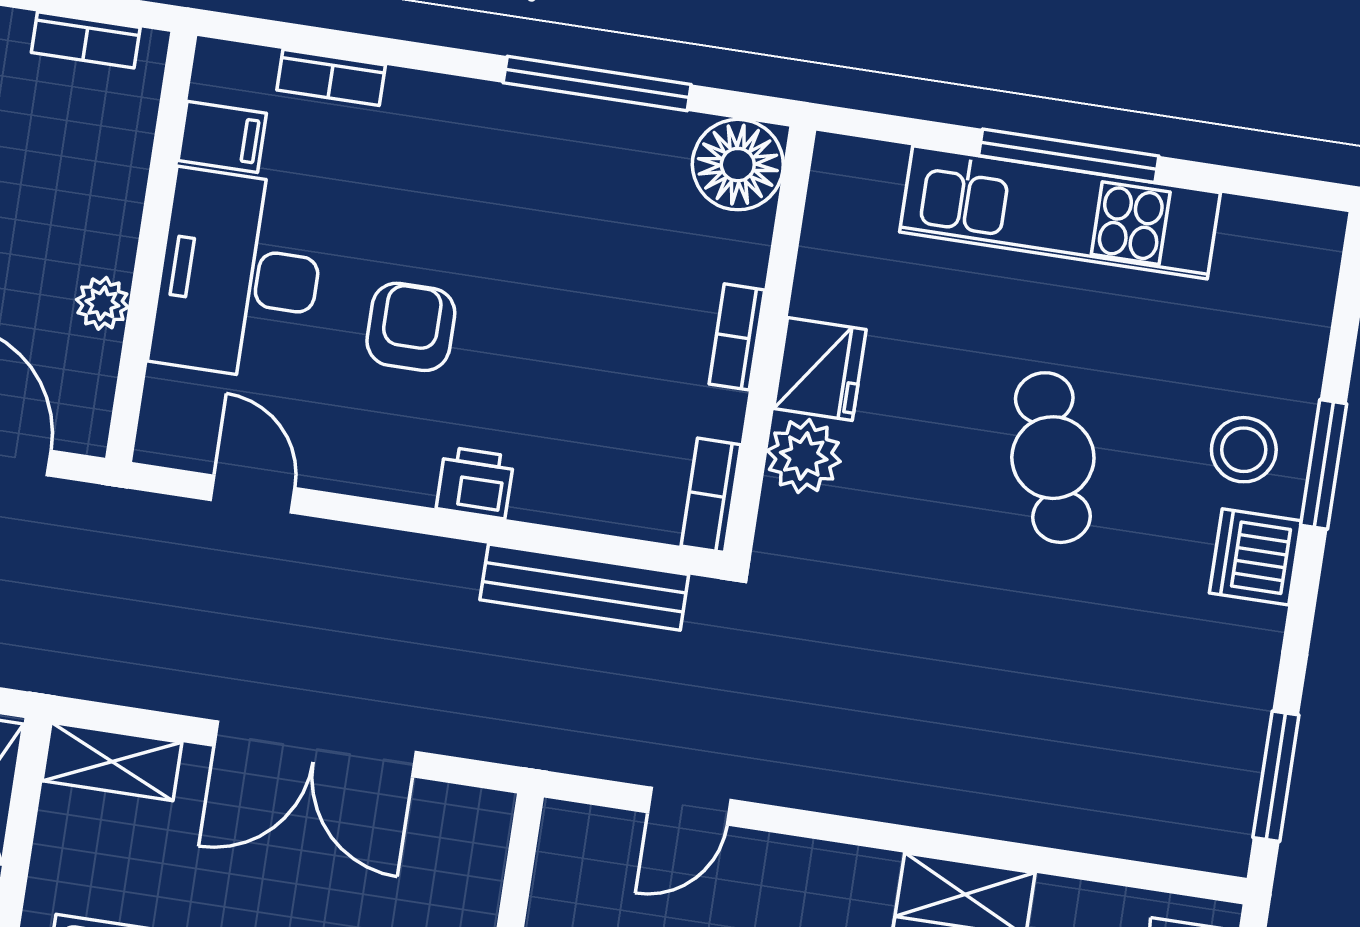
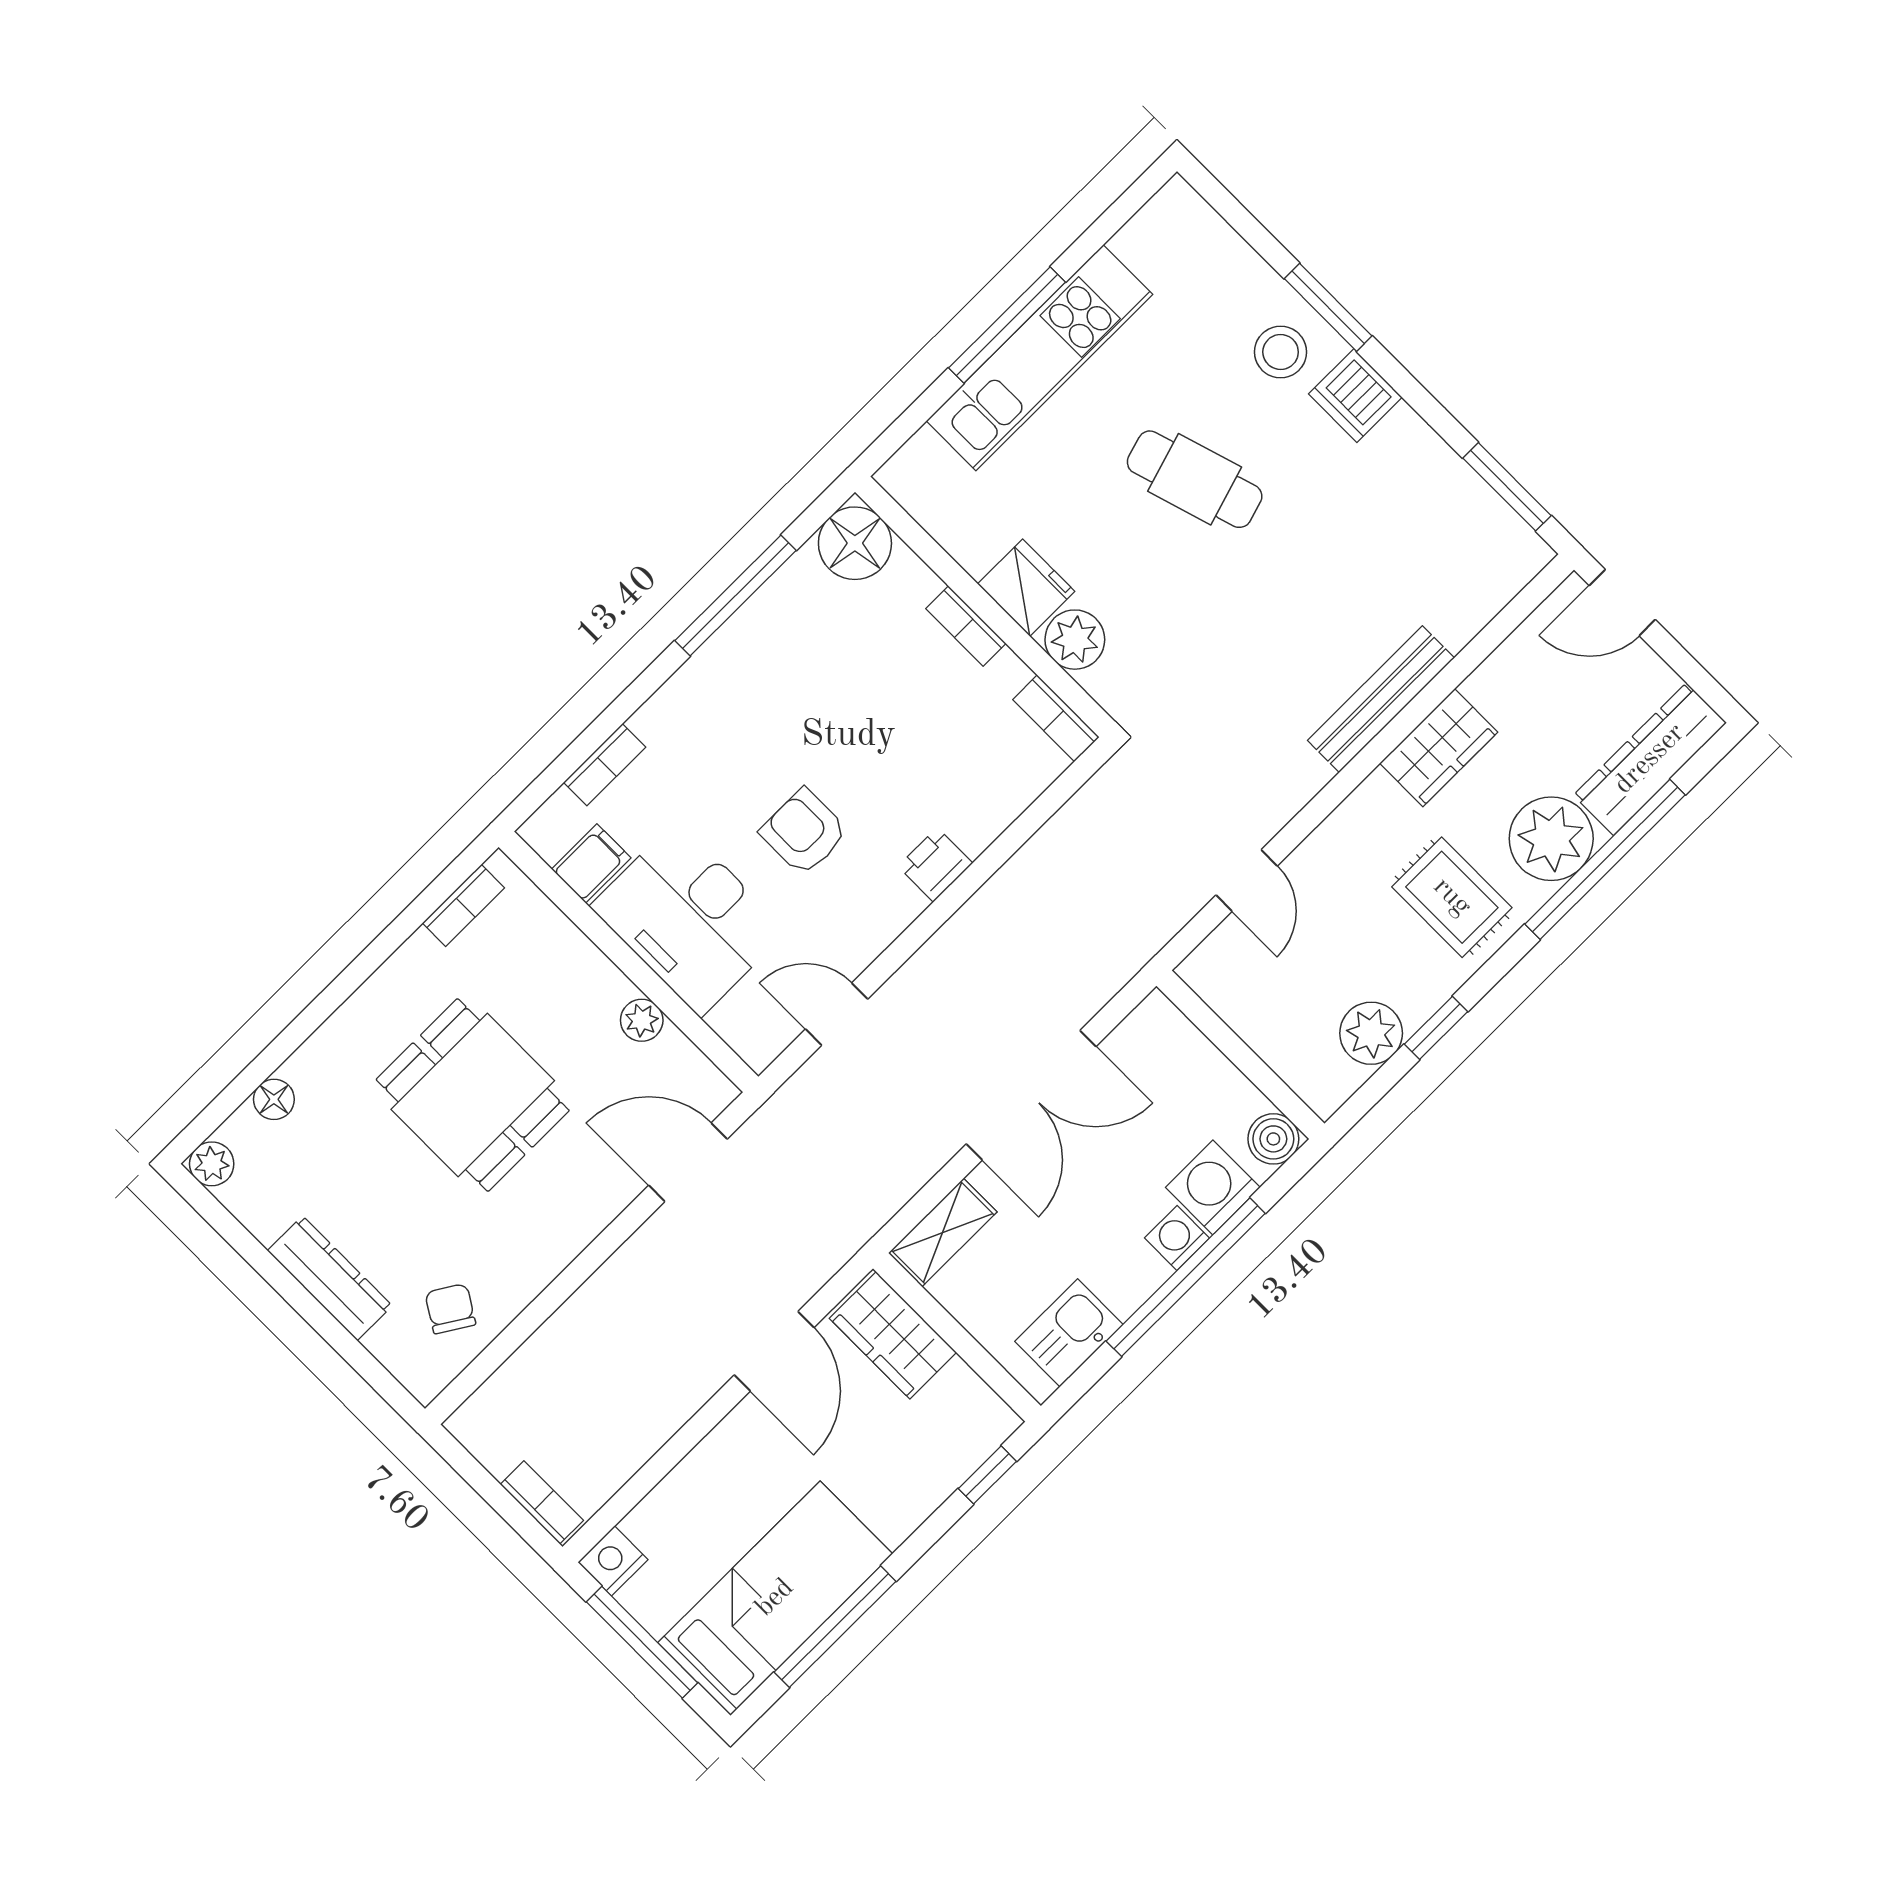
bench: (584, 587) -> (1381, 699), moved

